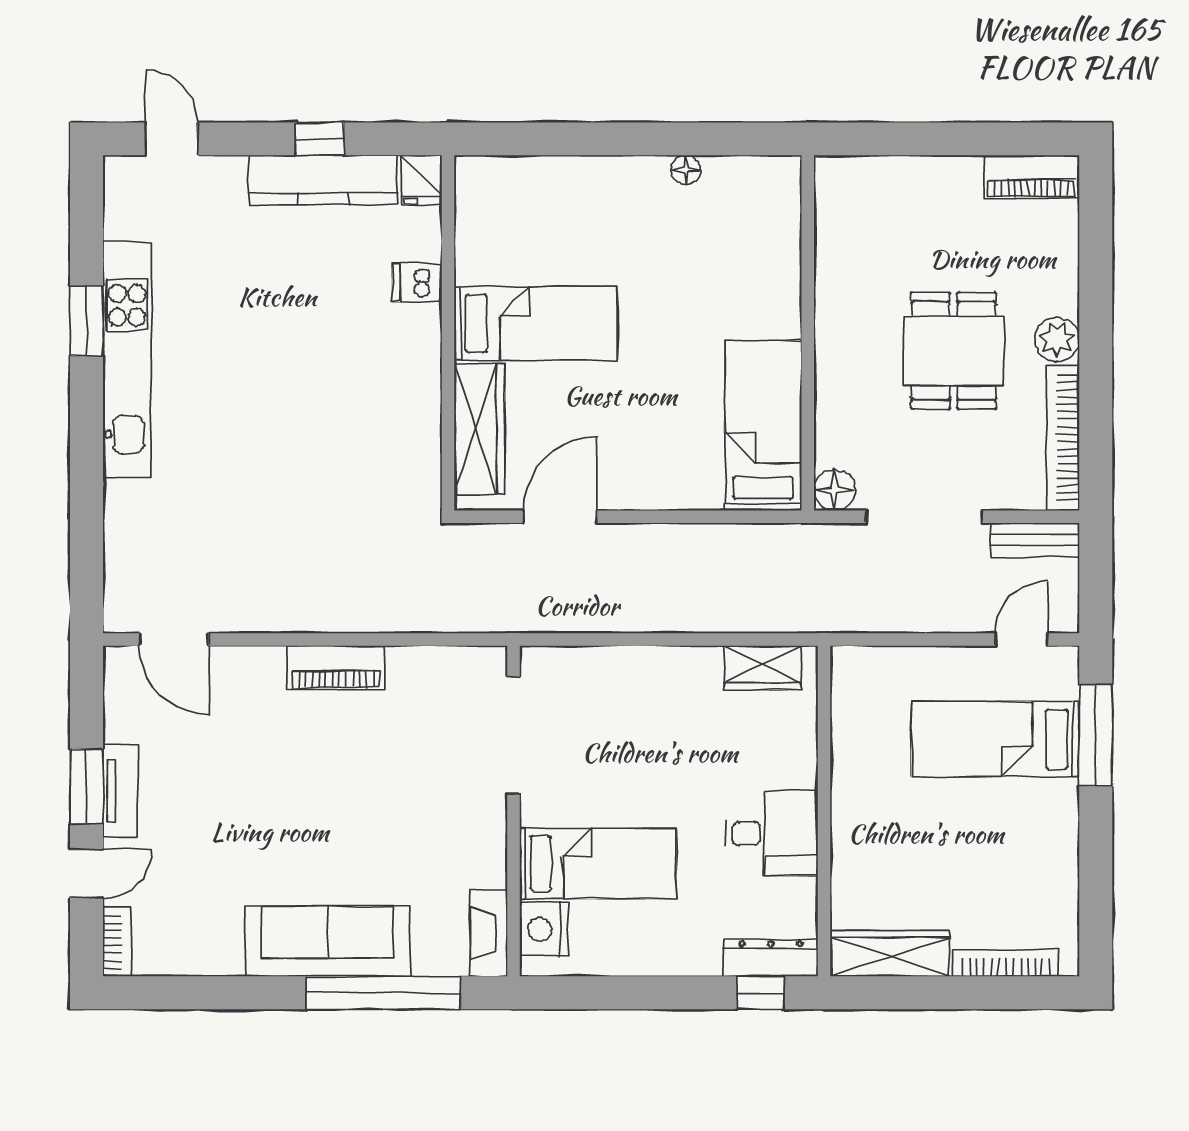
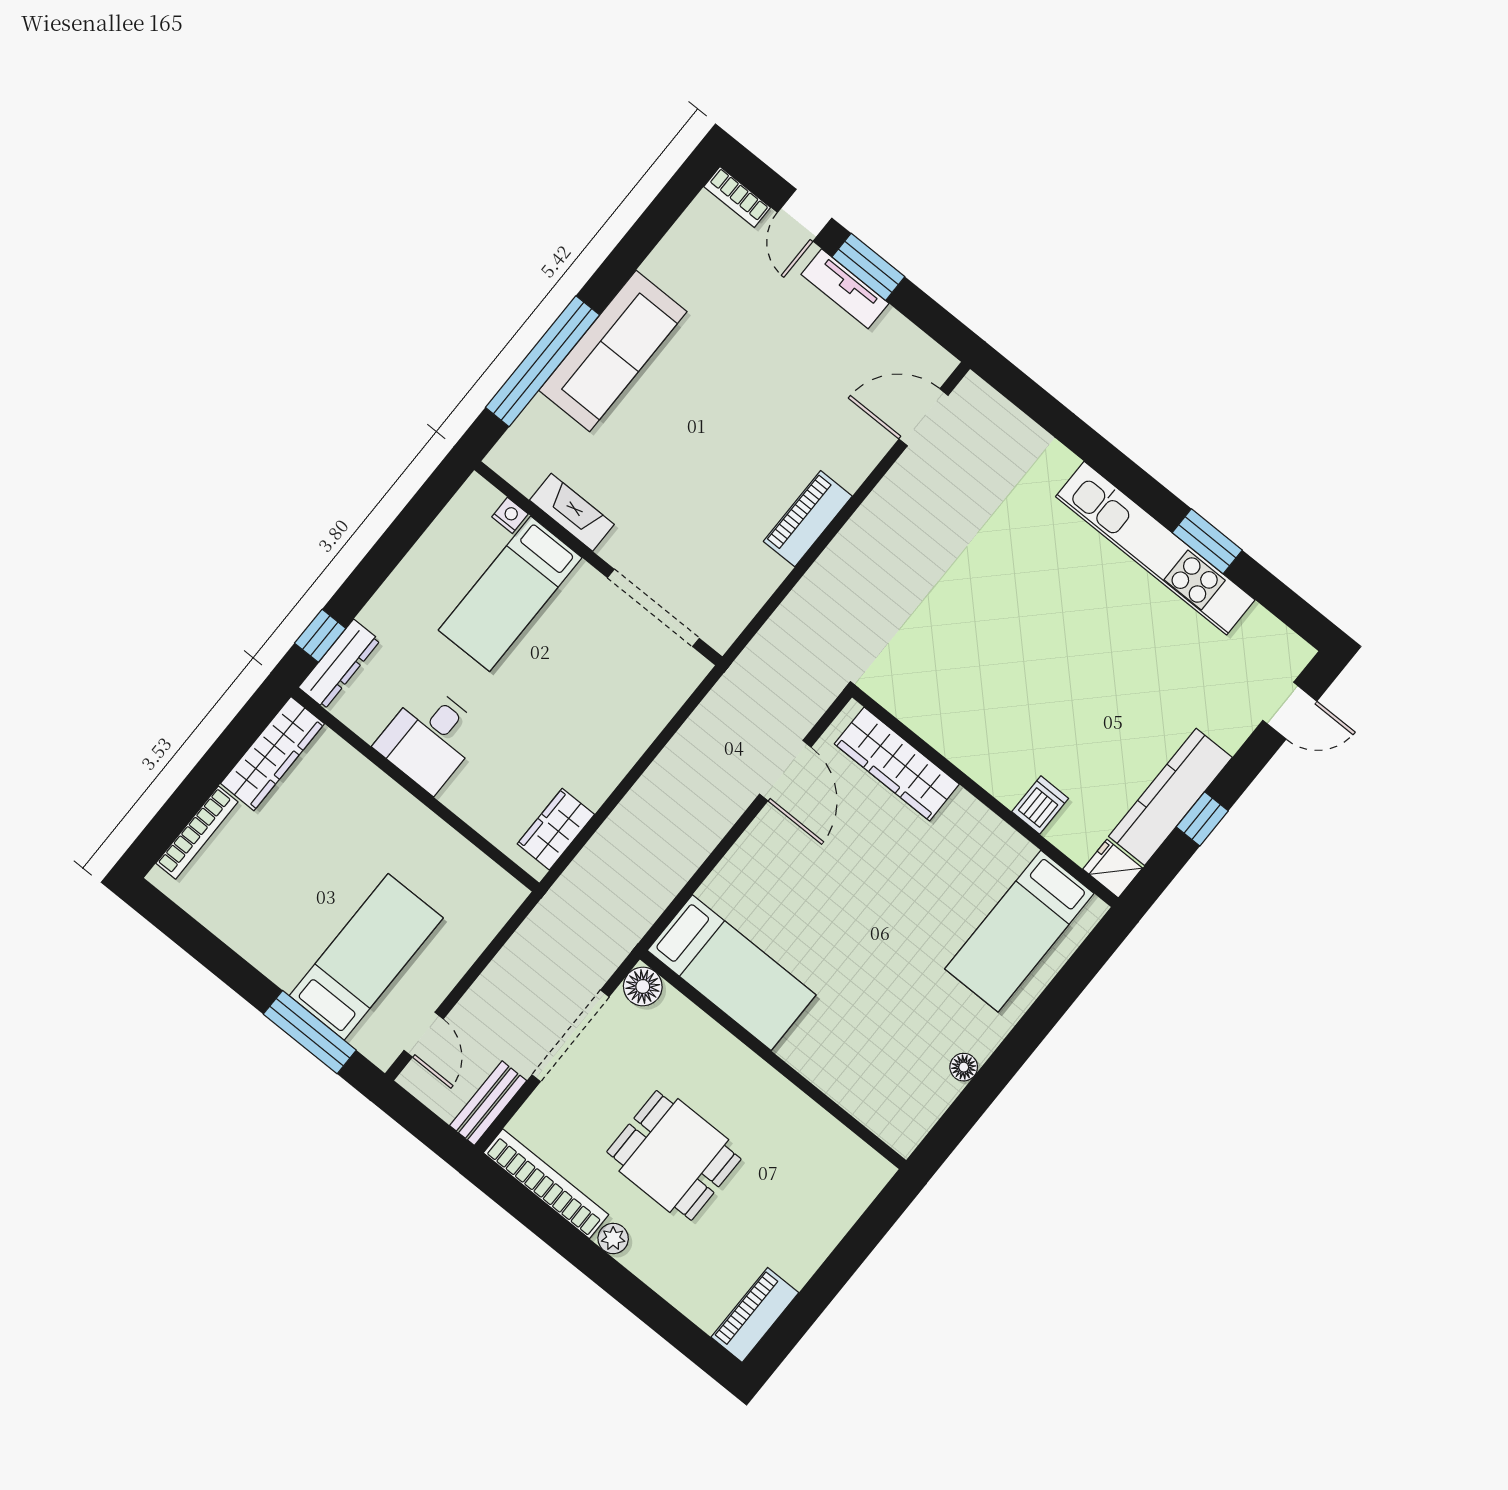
bed: (536, 323) -> (1019, 931), moved
plant: (1057, 339) -> (613, 1239), width x0.73, depth x0.73
nightstand: (544, 929) -> (510, 515), width x0.53, depth x0.56
fireplace: (489, 933) -> (572, 512), moved

